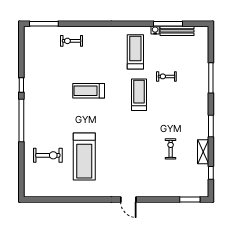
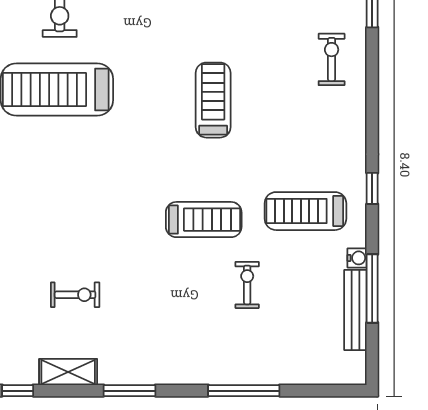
window: (126, 24) -> (372, 188), added
treadmill: (135, 52) -> (305, 211), turned 180

